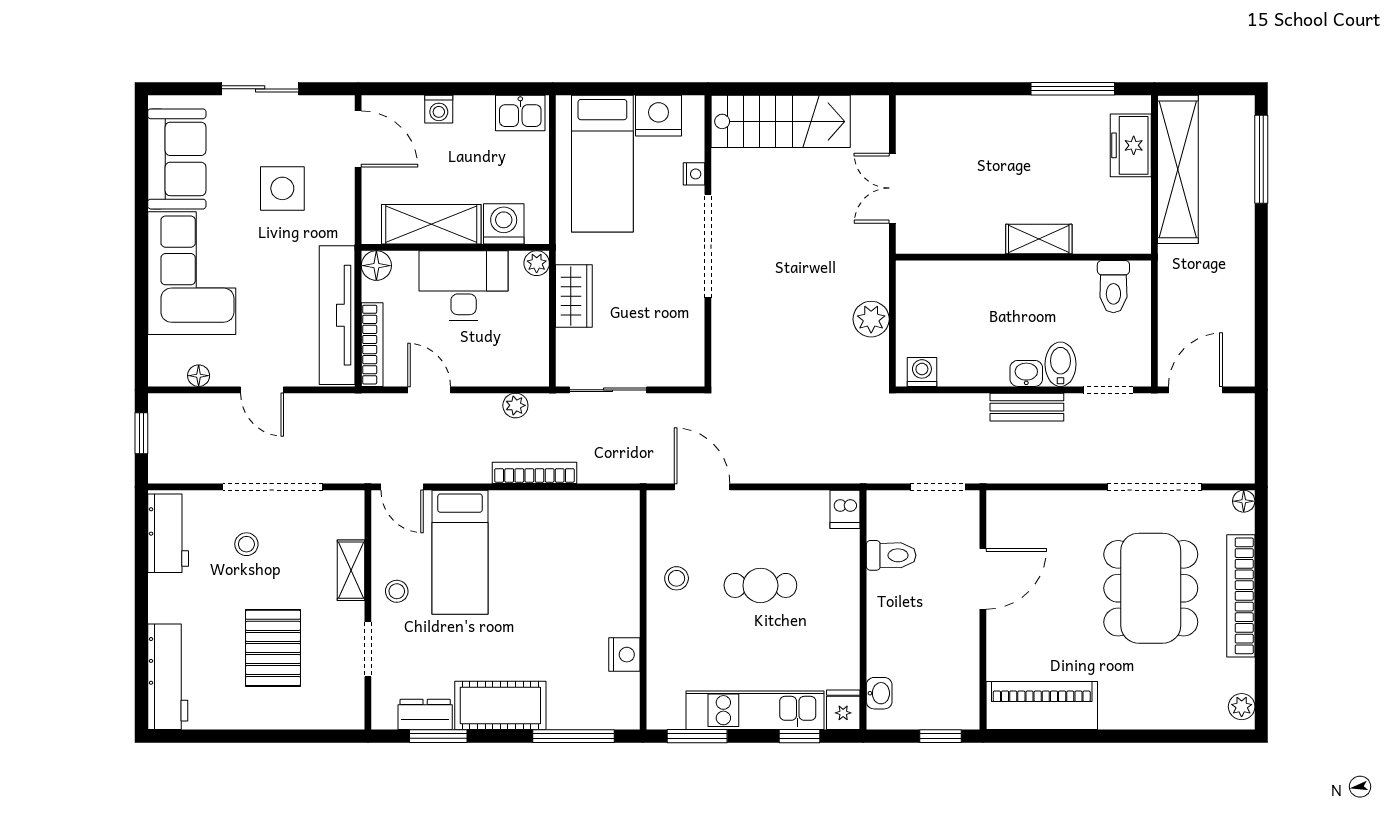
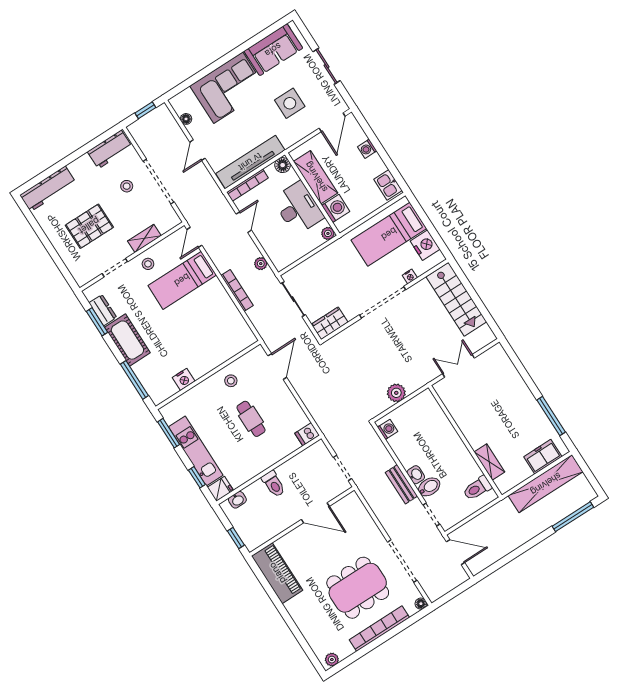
shelving: (1039, 239) -> (489, 462), moved
wardrobe: (574, 296) -> (330, 323), moved, turned 180
toilet: (891, 555) -> (273, 484), moved

